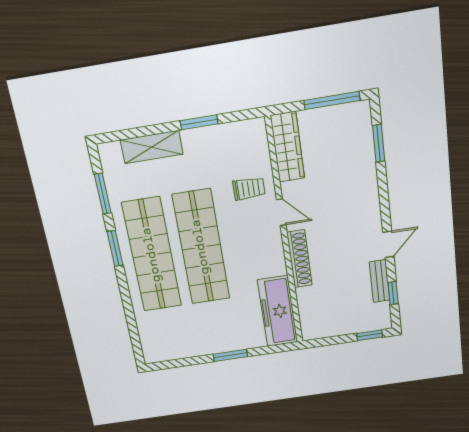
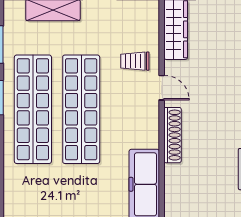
trolley: (249, 189) -> (135, 61), turned 180

